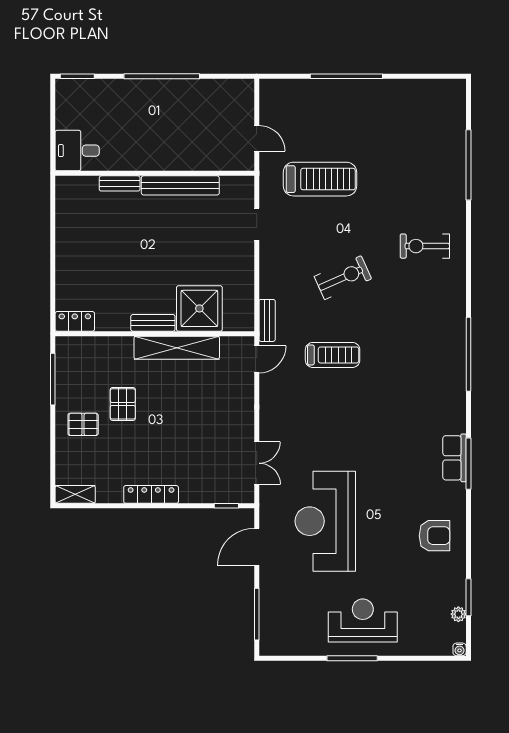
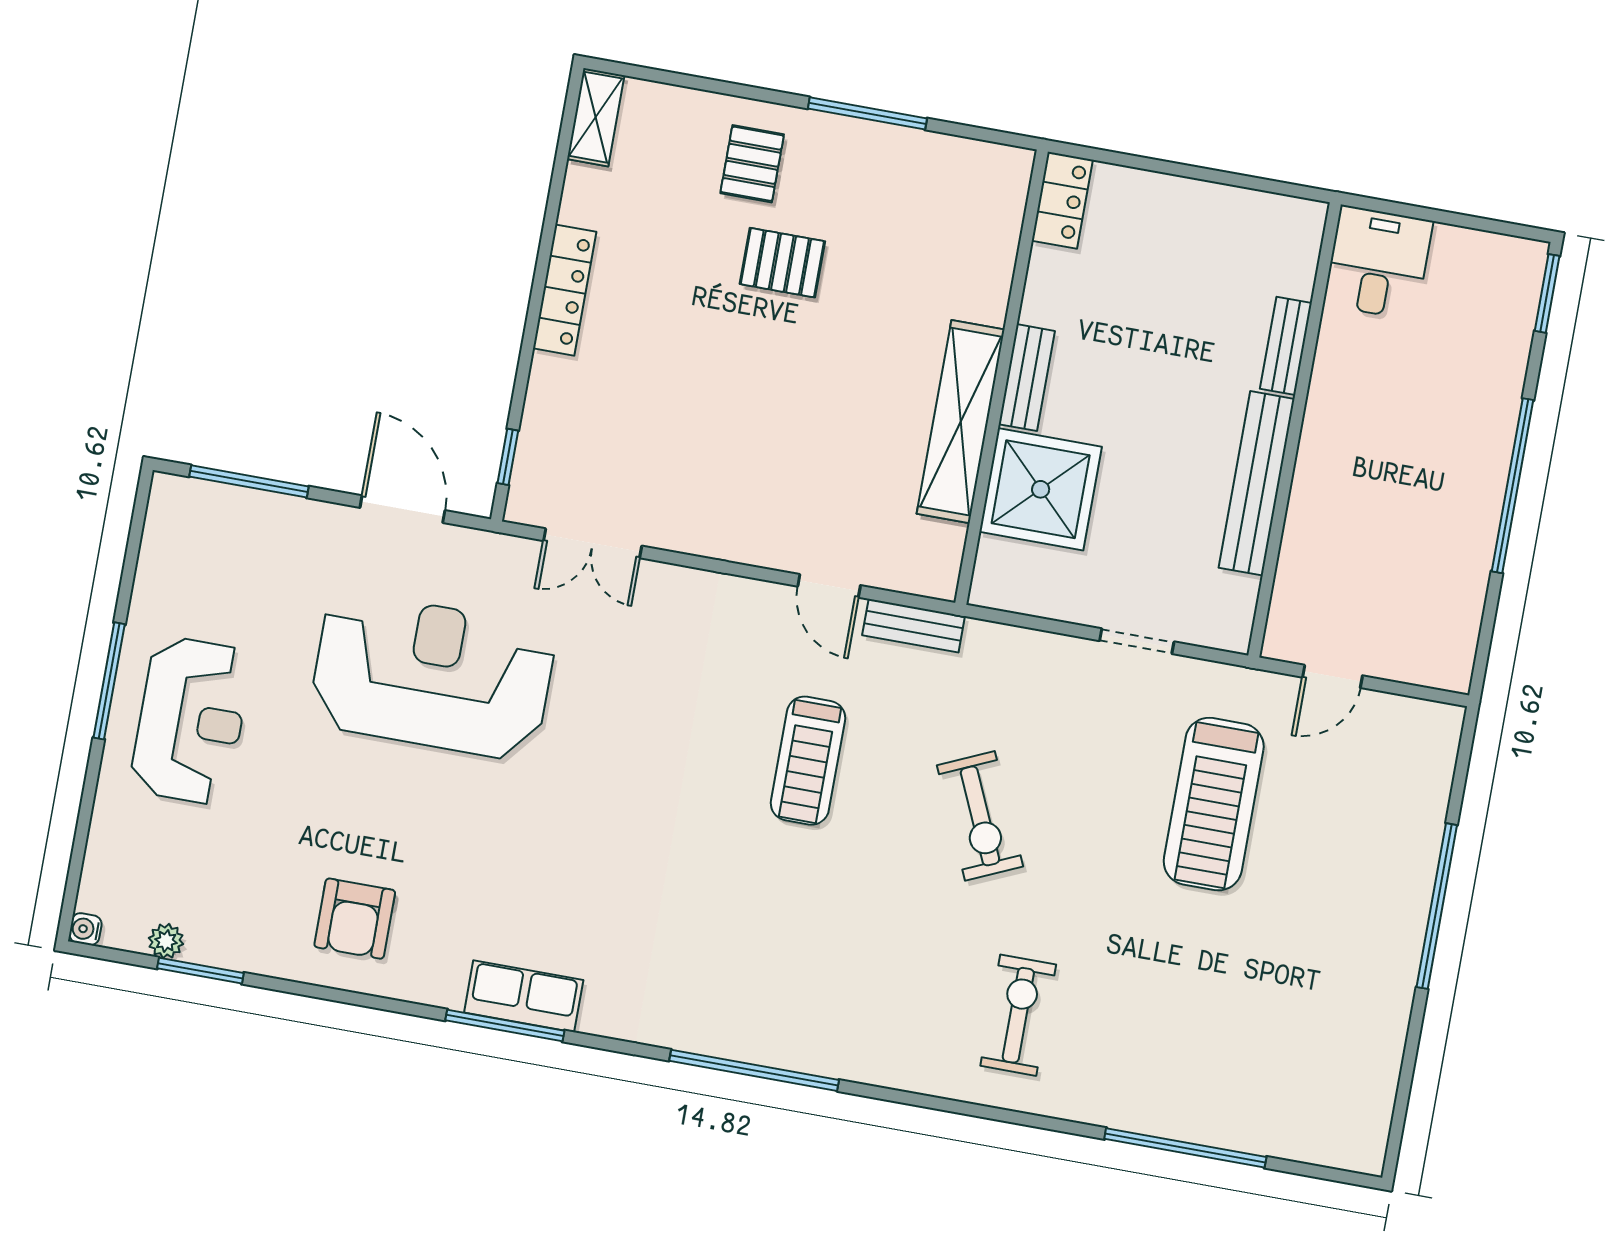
shower: (199, 308) -> (1041, 489), moved
locker: (75, 321) -> (1062, 200), moved
bench: (153, 323) -> (1027, 378), moved
wall: (155, 334) -> (1001, 377), moved
shelving: (177, 348) -> (961, 422), moved

